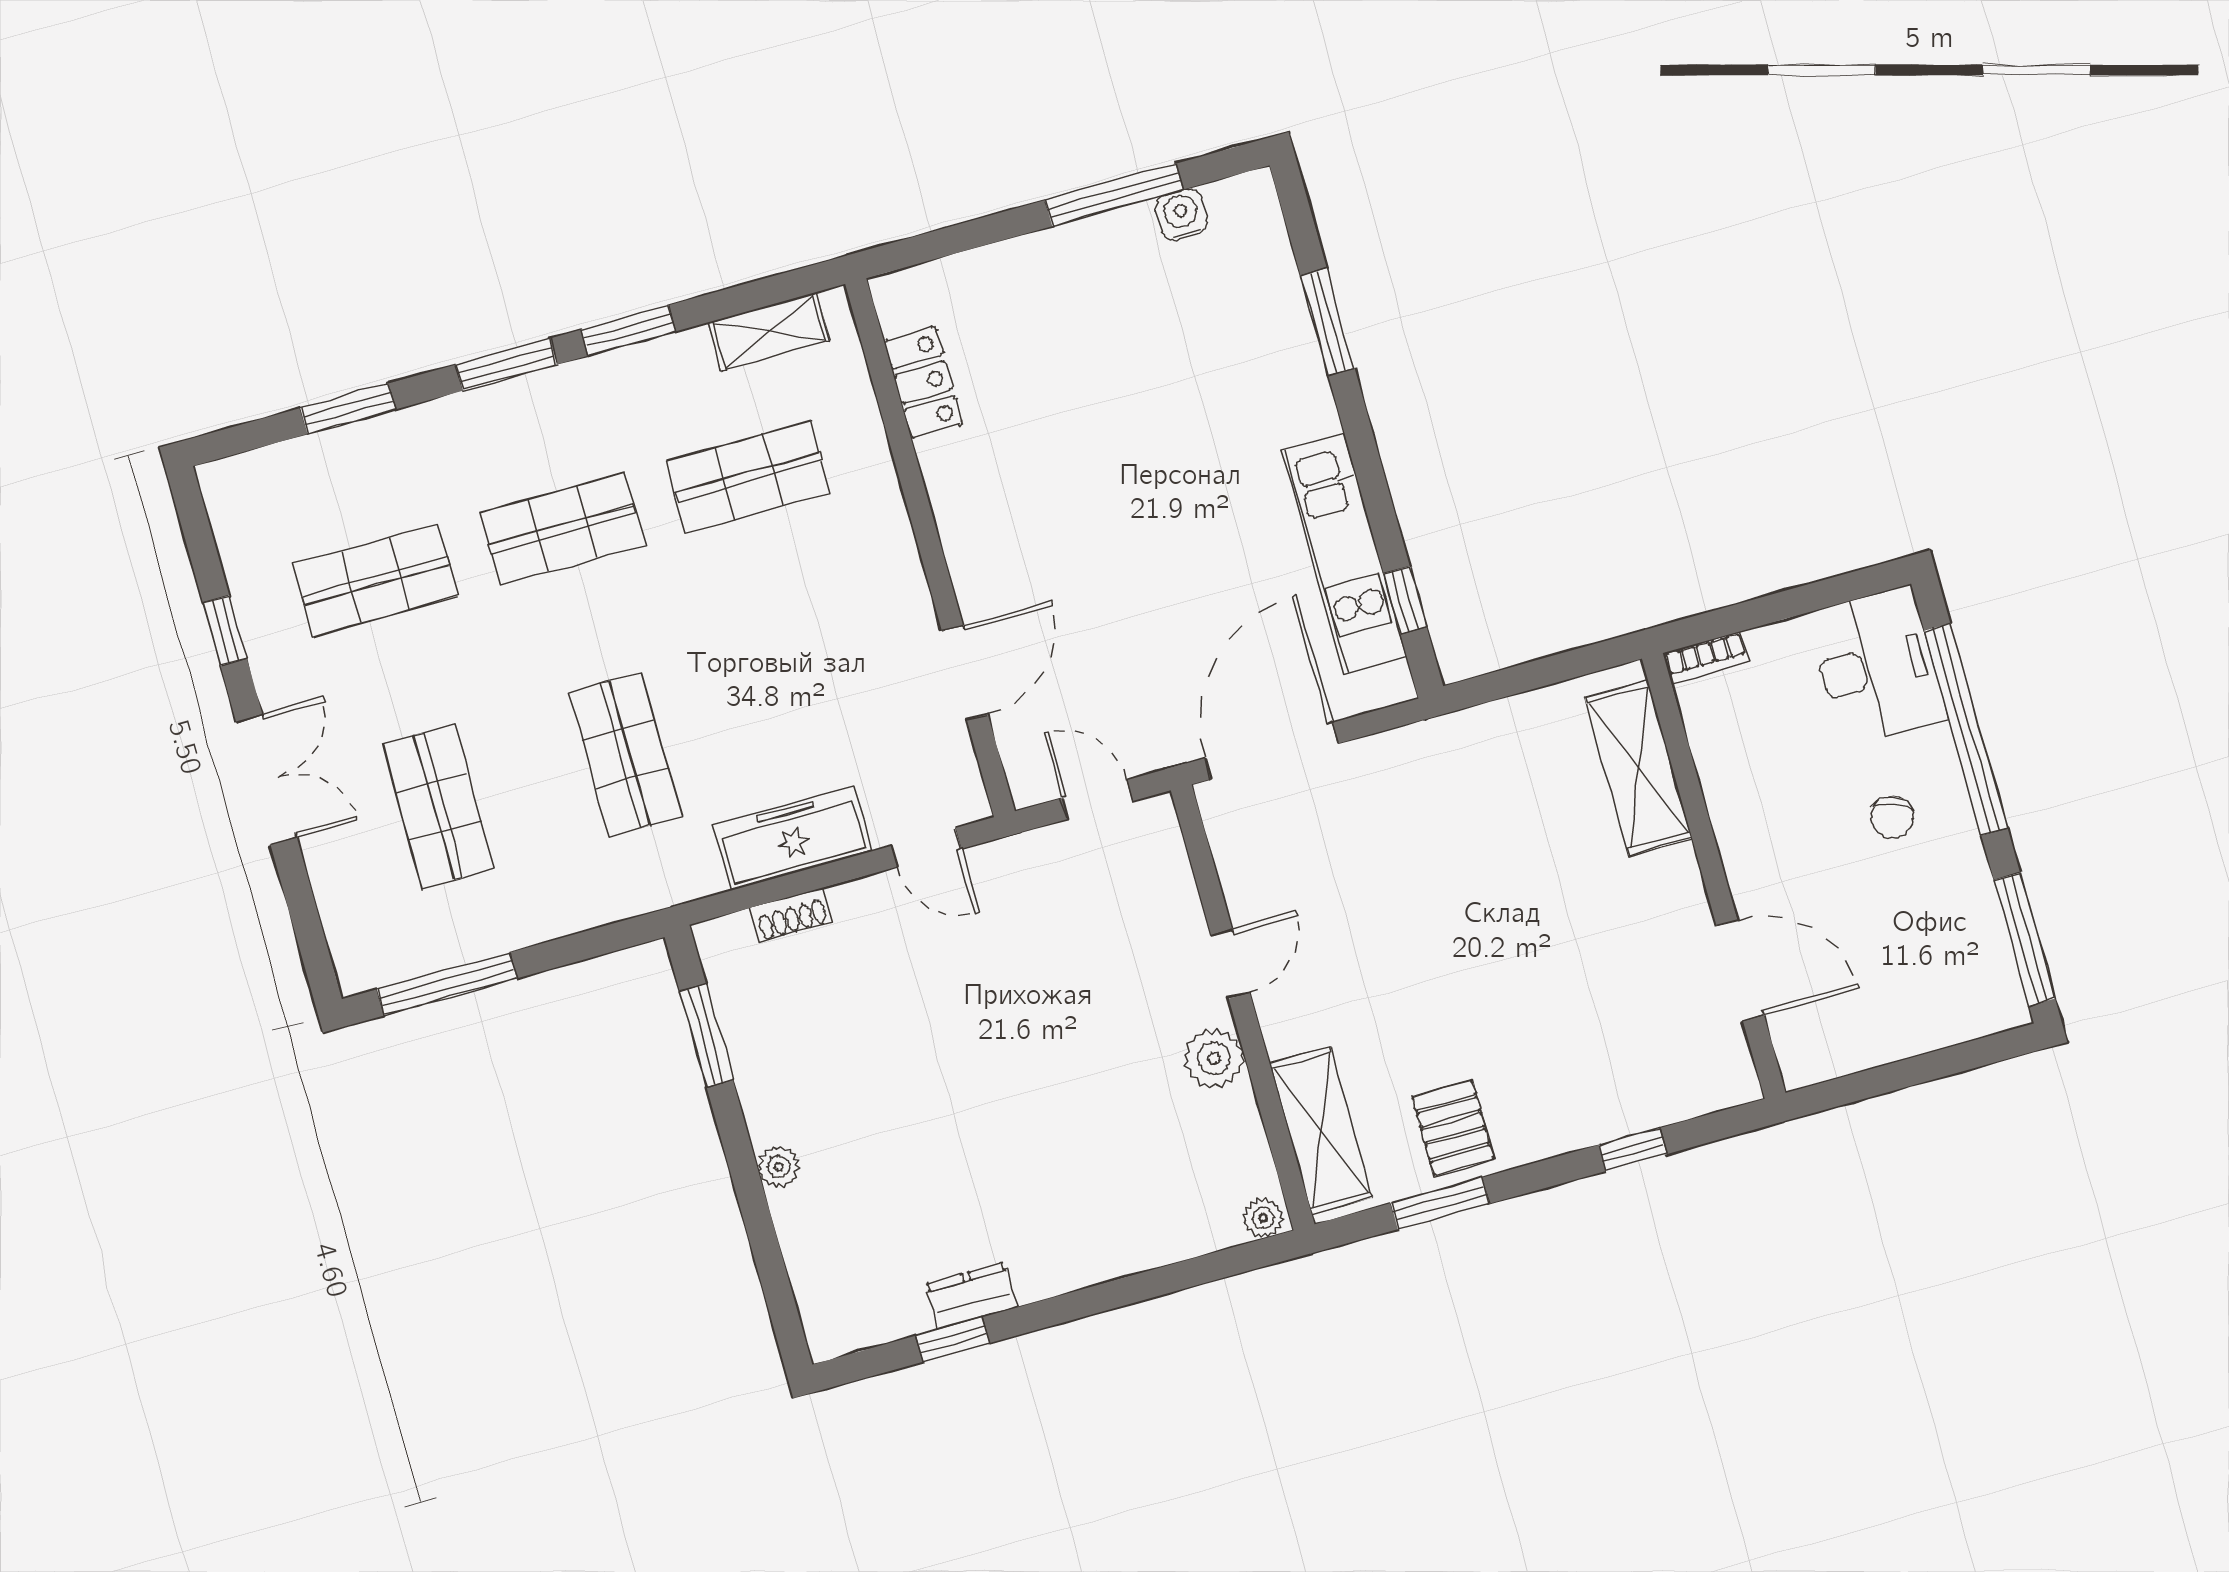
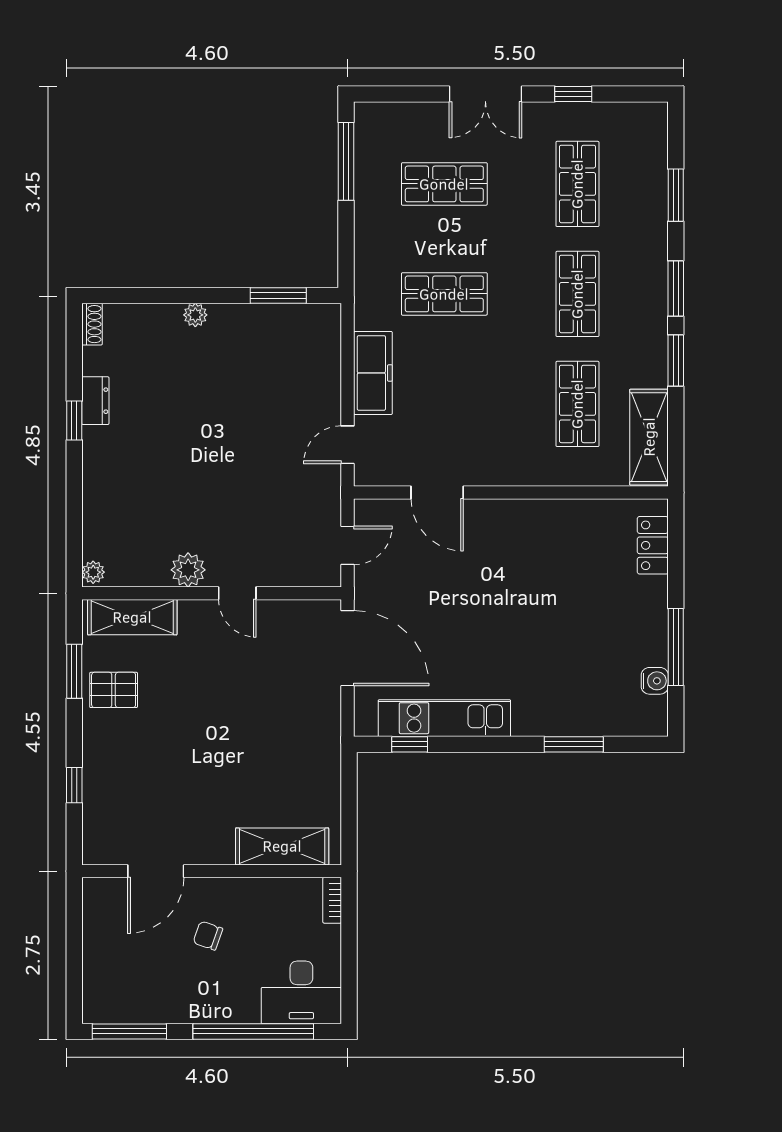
shelving: (769, 332) -> (649, 437), width x1.50, depth x1.33
locker: (923, 382) -> (653, 545), moved, turned 90
chair: (1892, 817) -> (208, 936), moved
shoe rack: (791, 915) -> (92, 324), moved, turned 180
window: (953, 1339) -> (74, 421), moved

